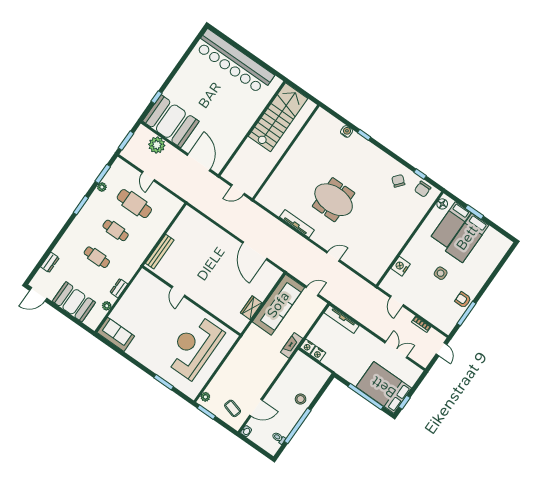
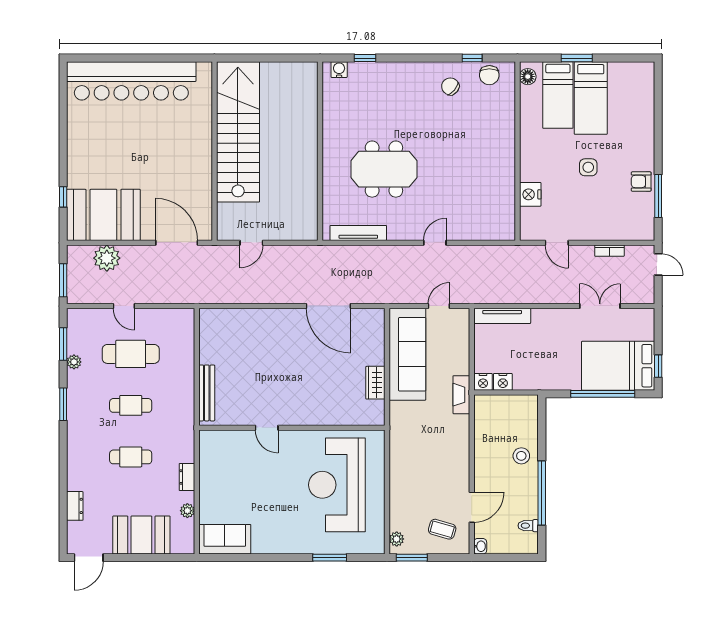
stairs: (278, 117) -> (238, 132), width x1.36
wall: (286, 152) -> (320, 151), moved

